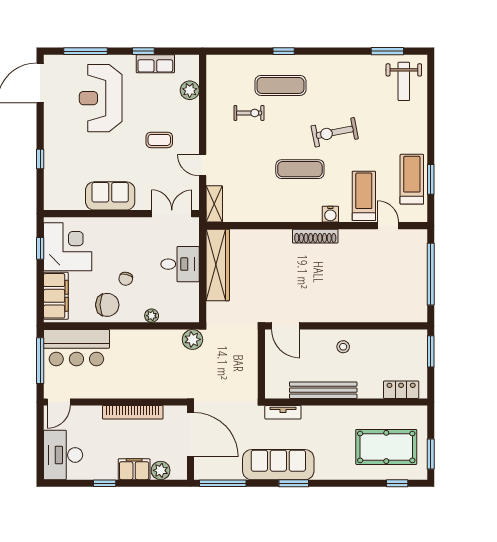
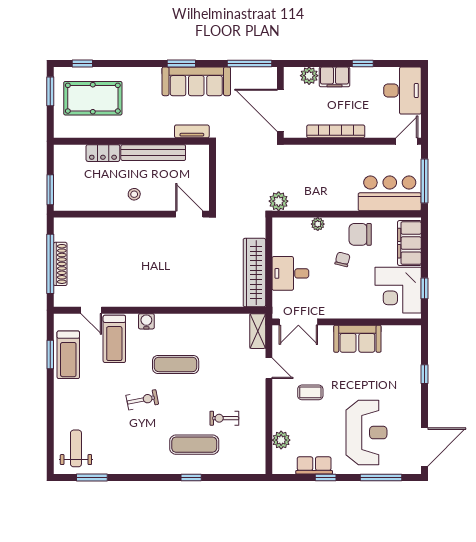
exercise bike: (335, 132) -> (142, 400), width x0.73, depth x0.72
shoe rack: (315, 236) -> (60, 264), moved, turned 90
locker: (401, 390) -> (103, 153), moved

